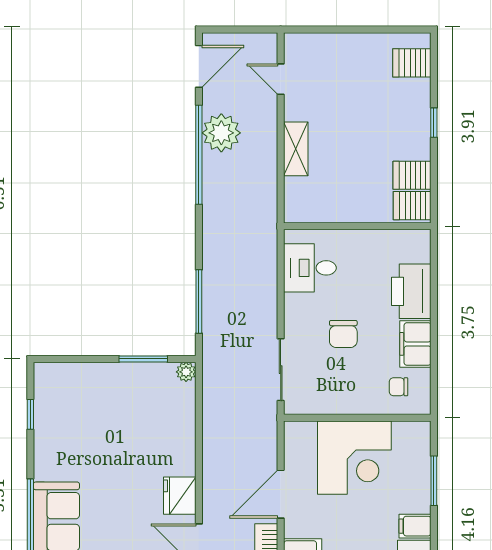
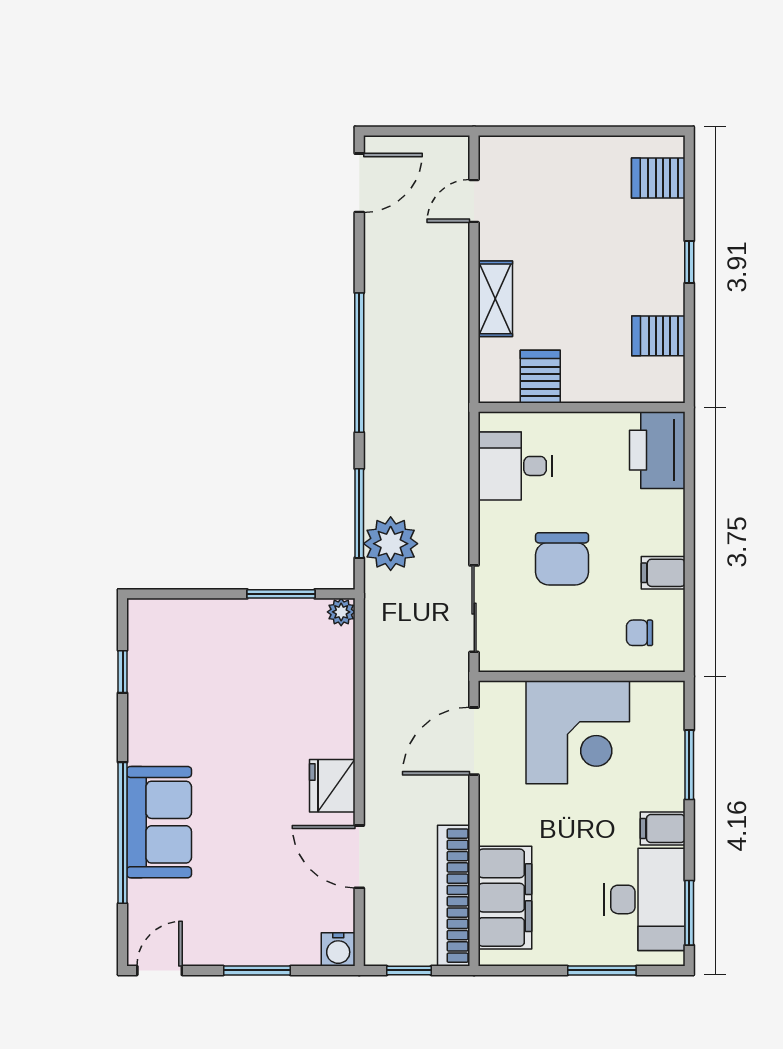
door: (281, 79) -> (474, 201), hinge flipped
plant: (221, 133) -> (391, 544), moved
window: (199, 155) -> (359, 363), moved
server rack: (412, 206) -> (540, 377), moved, turned 90
printer: (411, 291) -> (657, 450), moved
chair: (343, 334) -> (562, 559), width x1.37, depth x1.37
filing cabinet: (415, 344) -> (663, 573), width x0.50
door: (281, 494) -> (474, 741), moved

